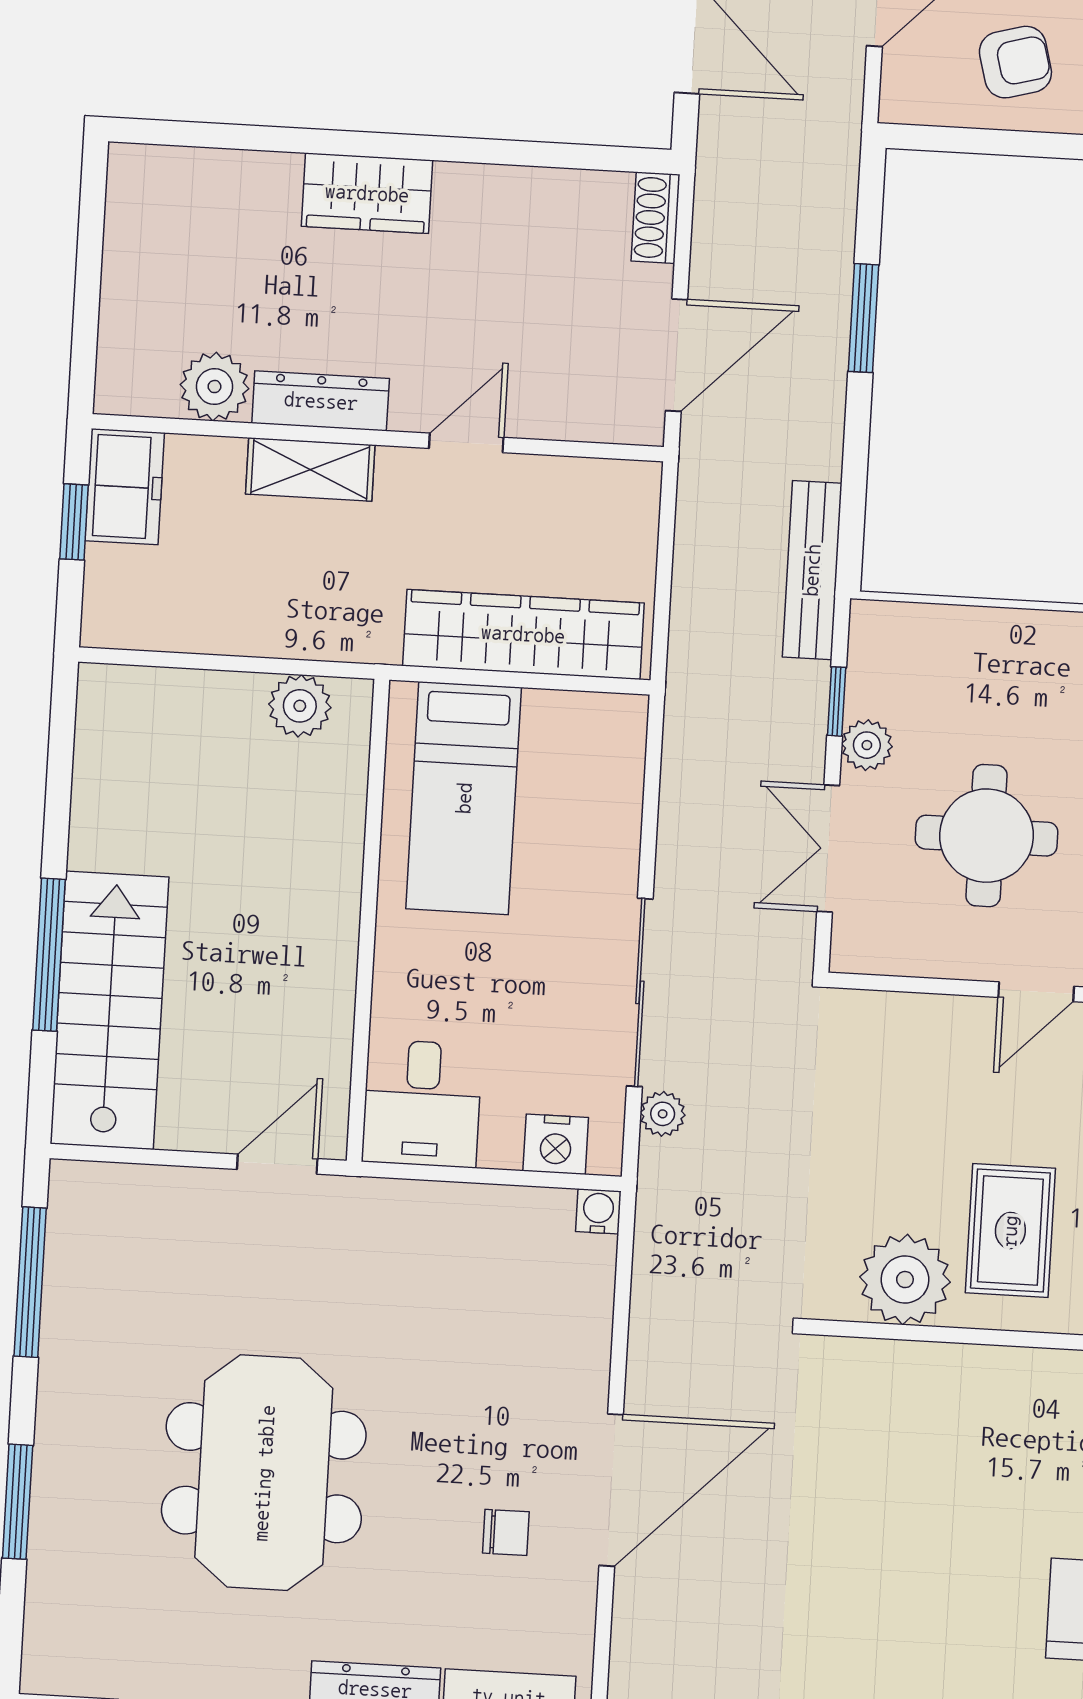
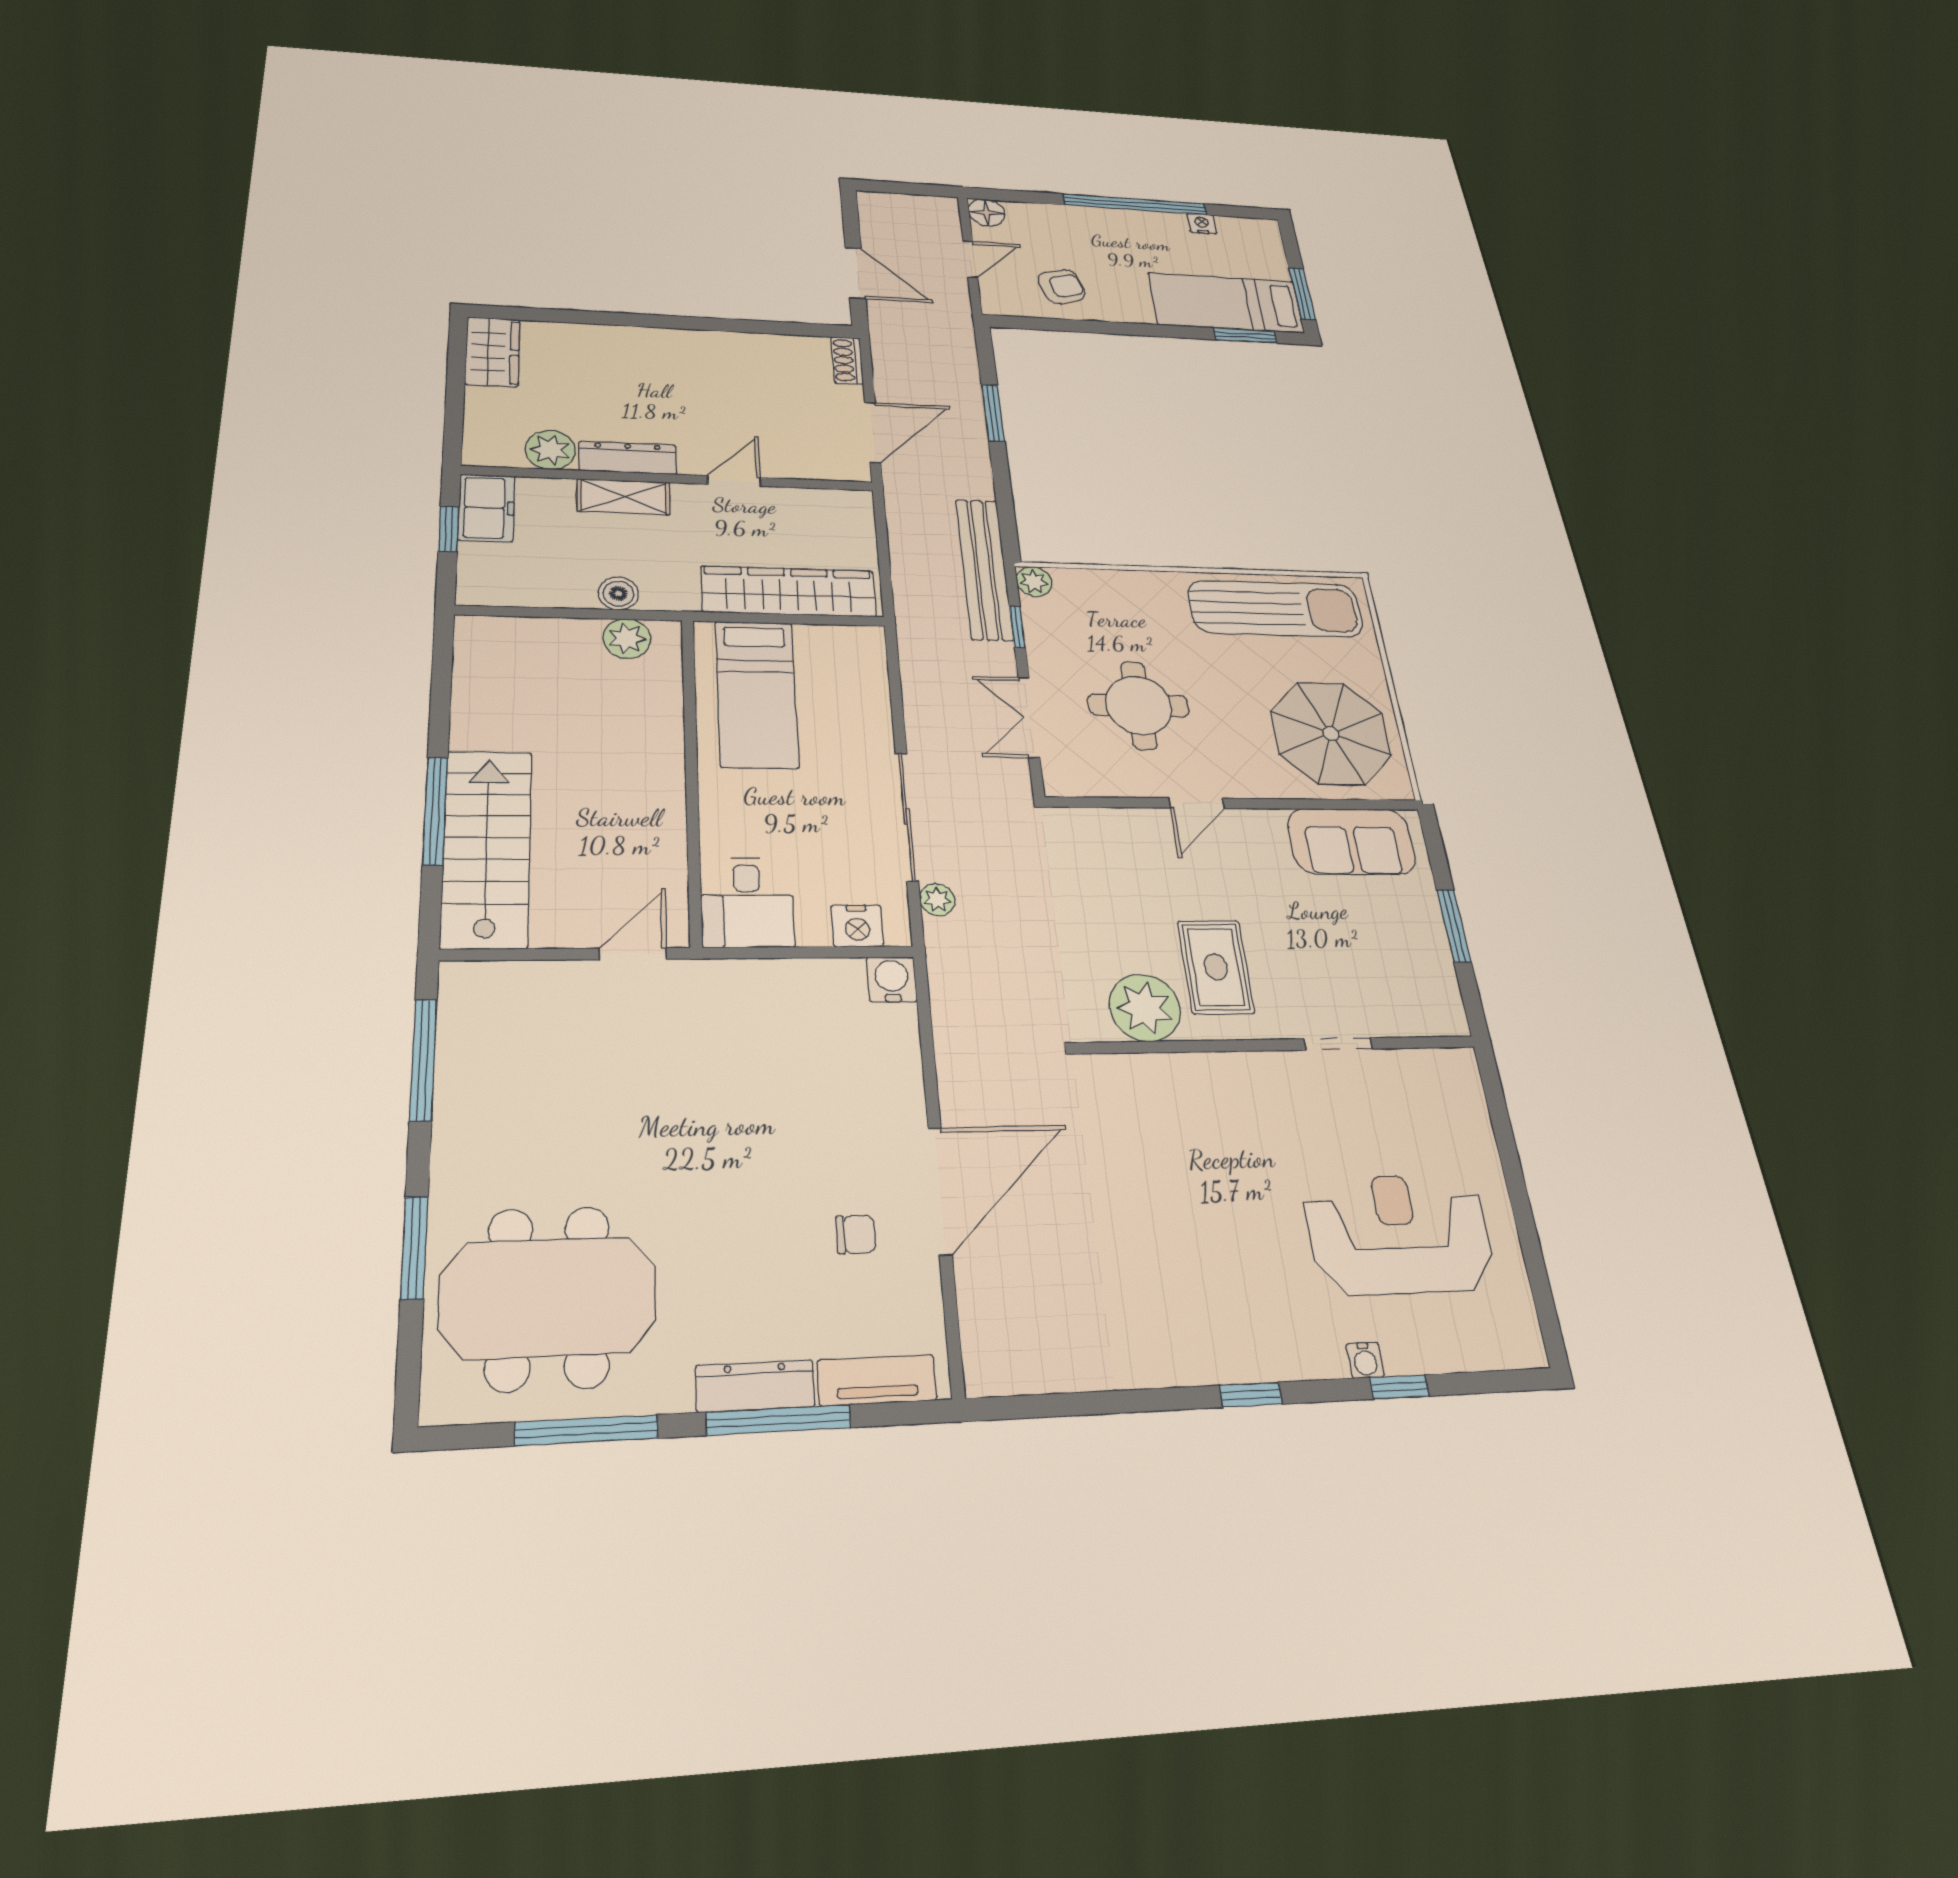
wardrobe: (367, 193) -> (492, 352), moved, turned -90
bench: (812, 570) -> (984, 569), width x1.37, depth x1.21
boiler: (293, 633) -> (618, 593), added
plant: (867, 745) -> (1034, 582), moved
water cooler: (598, 1211) -> (892, 979), width x1.38, depth x1.38
meeting table: (264, 1473) -> (548, 1297), moved, turned 90

